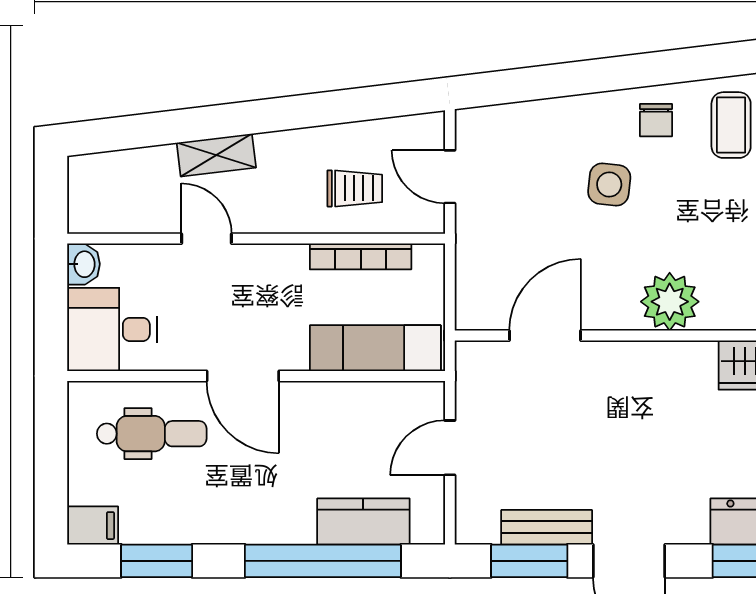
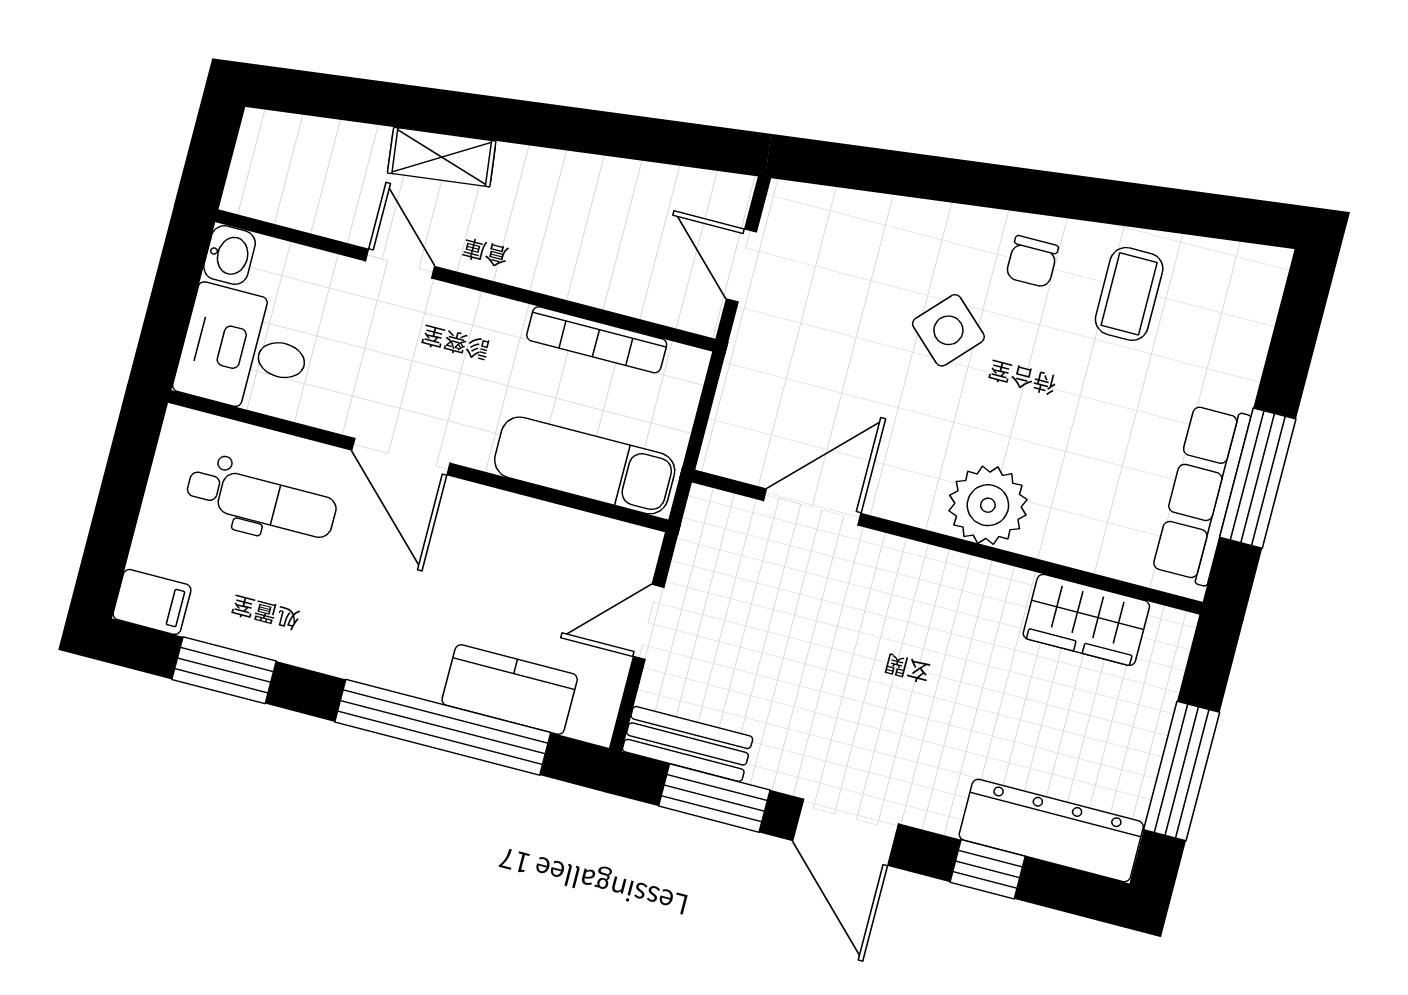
side table: (609, 185) -> (948, 330), turned 37
trolley: (355, 188) -> (612, 248), removed
bench: (547, 527) -> (688, 744), moved

